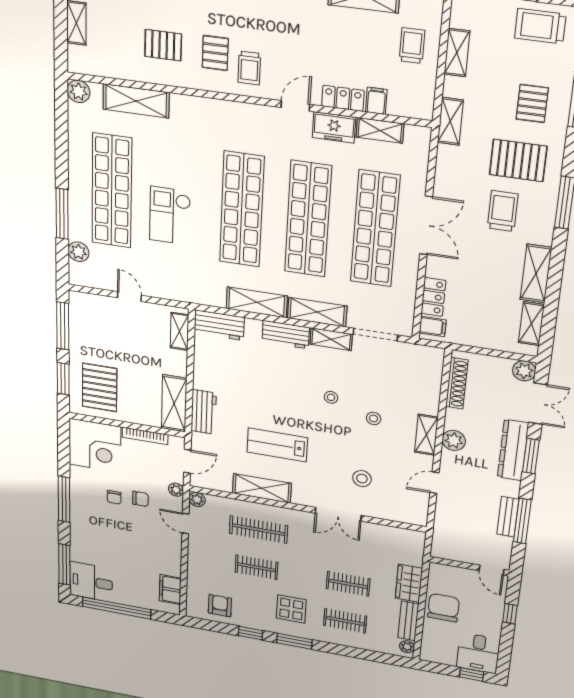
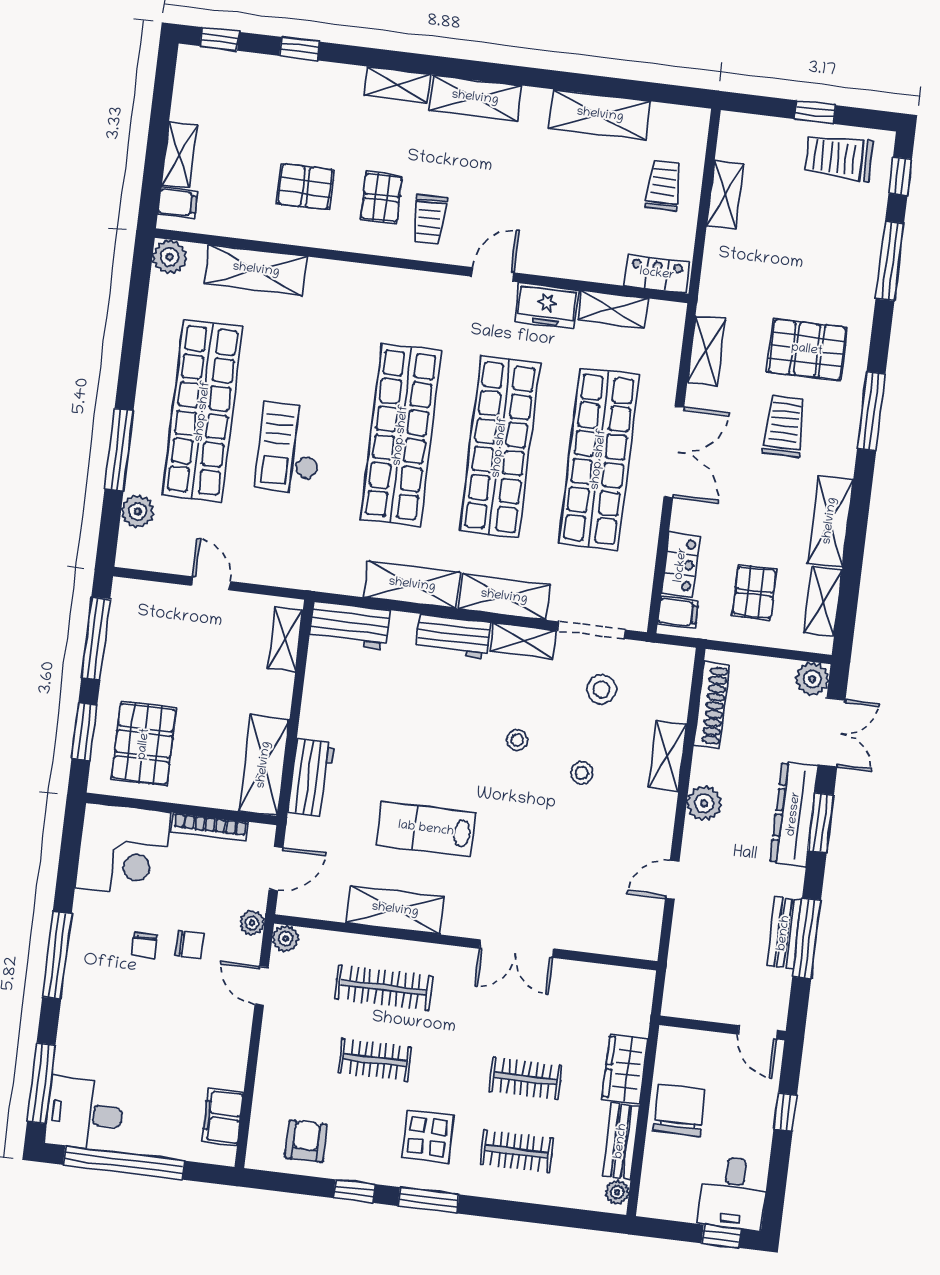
locker: (343, 98) -> (657, 274), moved
filing cabinet: (376, 101) -> (178, 203), moved, turned 90
pallet: (532, 103) -> (754, 592), moved
shelving: (450, 121) -> (706, 351), moved
shelving: (426, 435) -> (667, 756), moved
stool: (362, 479) -> (602, 689), moved

